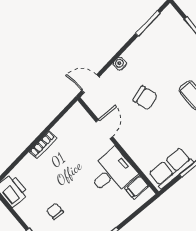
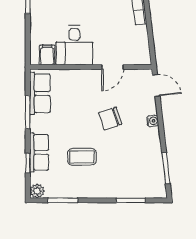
door: (90, 84) -> (156, 86), hinge flipped
door: (104, 129) -> (112, 67), hinge flipped

